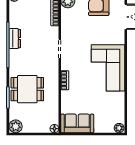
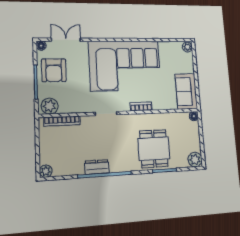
corner sofa: (108, 68) -> (125, 66), width x1.36, depth x1.36

